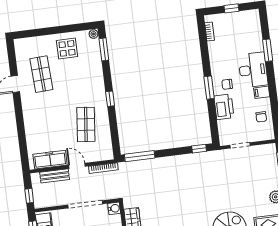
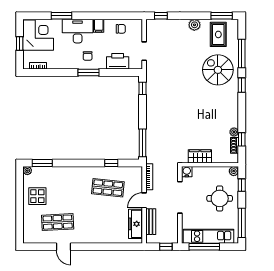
corner desk: (243, 27) -> (38, 35), added
window: (110, 99) -> (111, 163), moved
printer: (224, 107) -> (118, 61), moved

